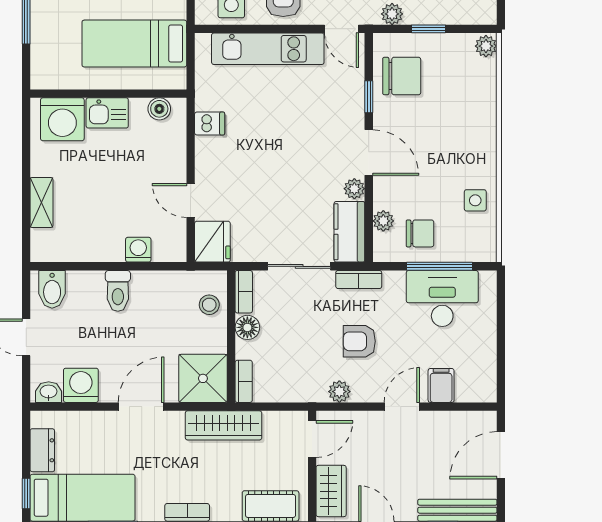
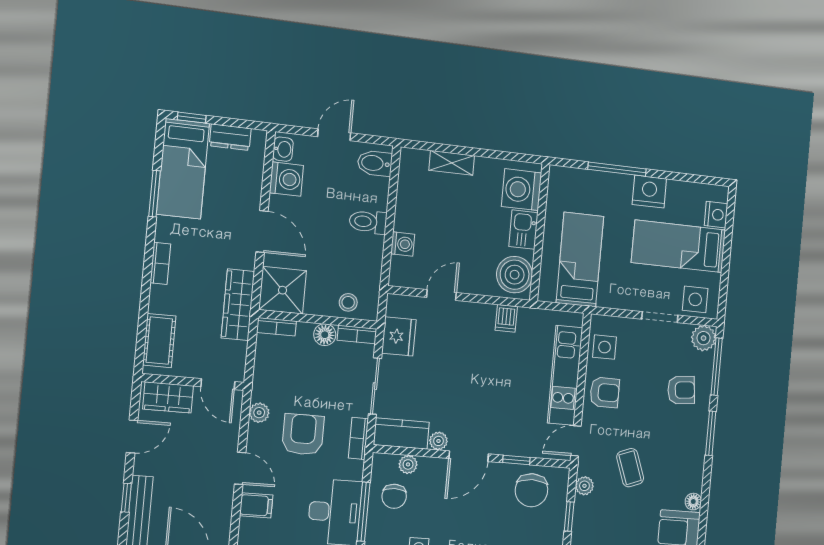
boiler: (159, 109) -> (515, 275), width x1.86, depth x1.86
fridge: (212, 242) -> (399, 336), moved, turned -90
armchair: (359, 341) -> (303, 434), width x1.38, depth x1.38

